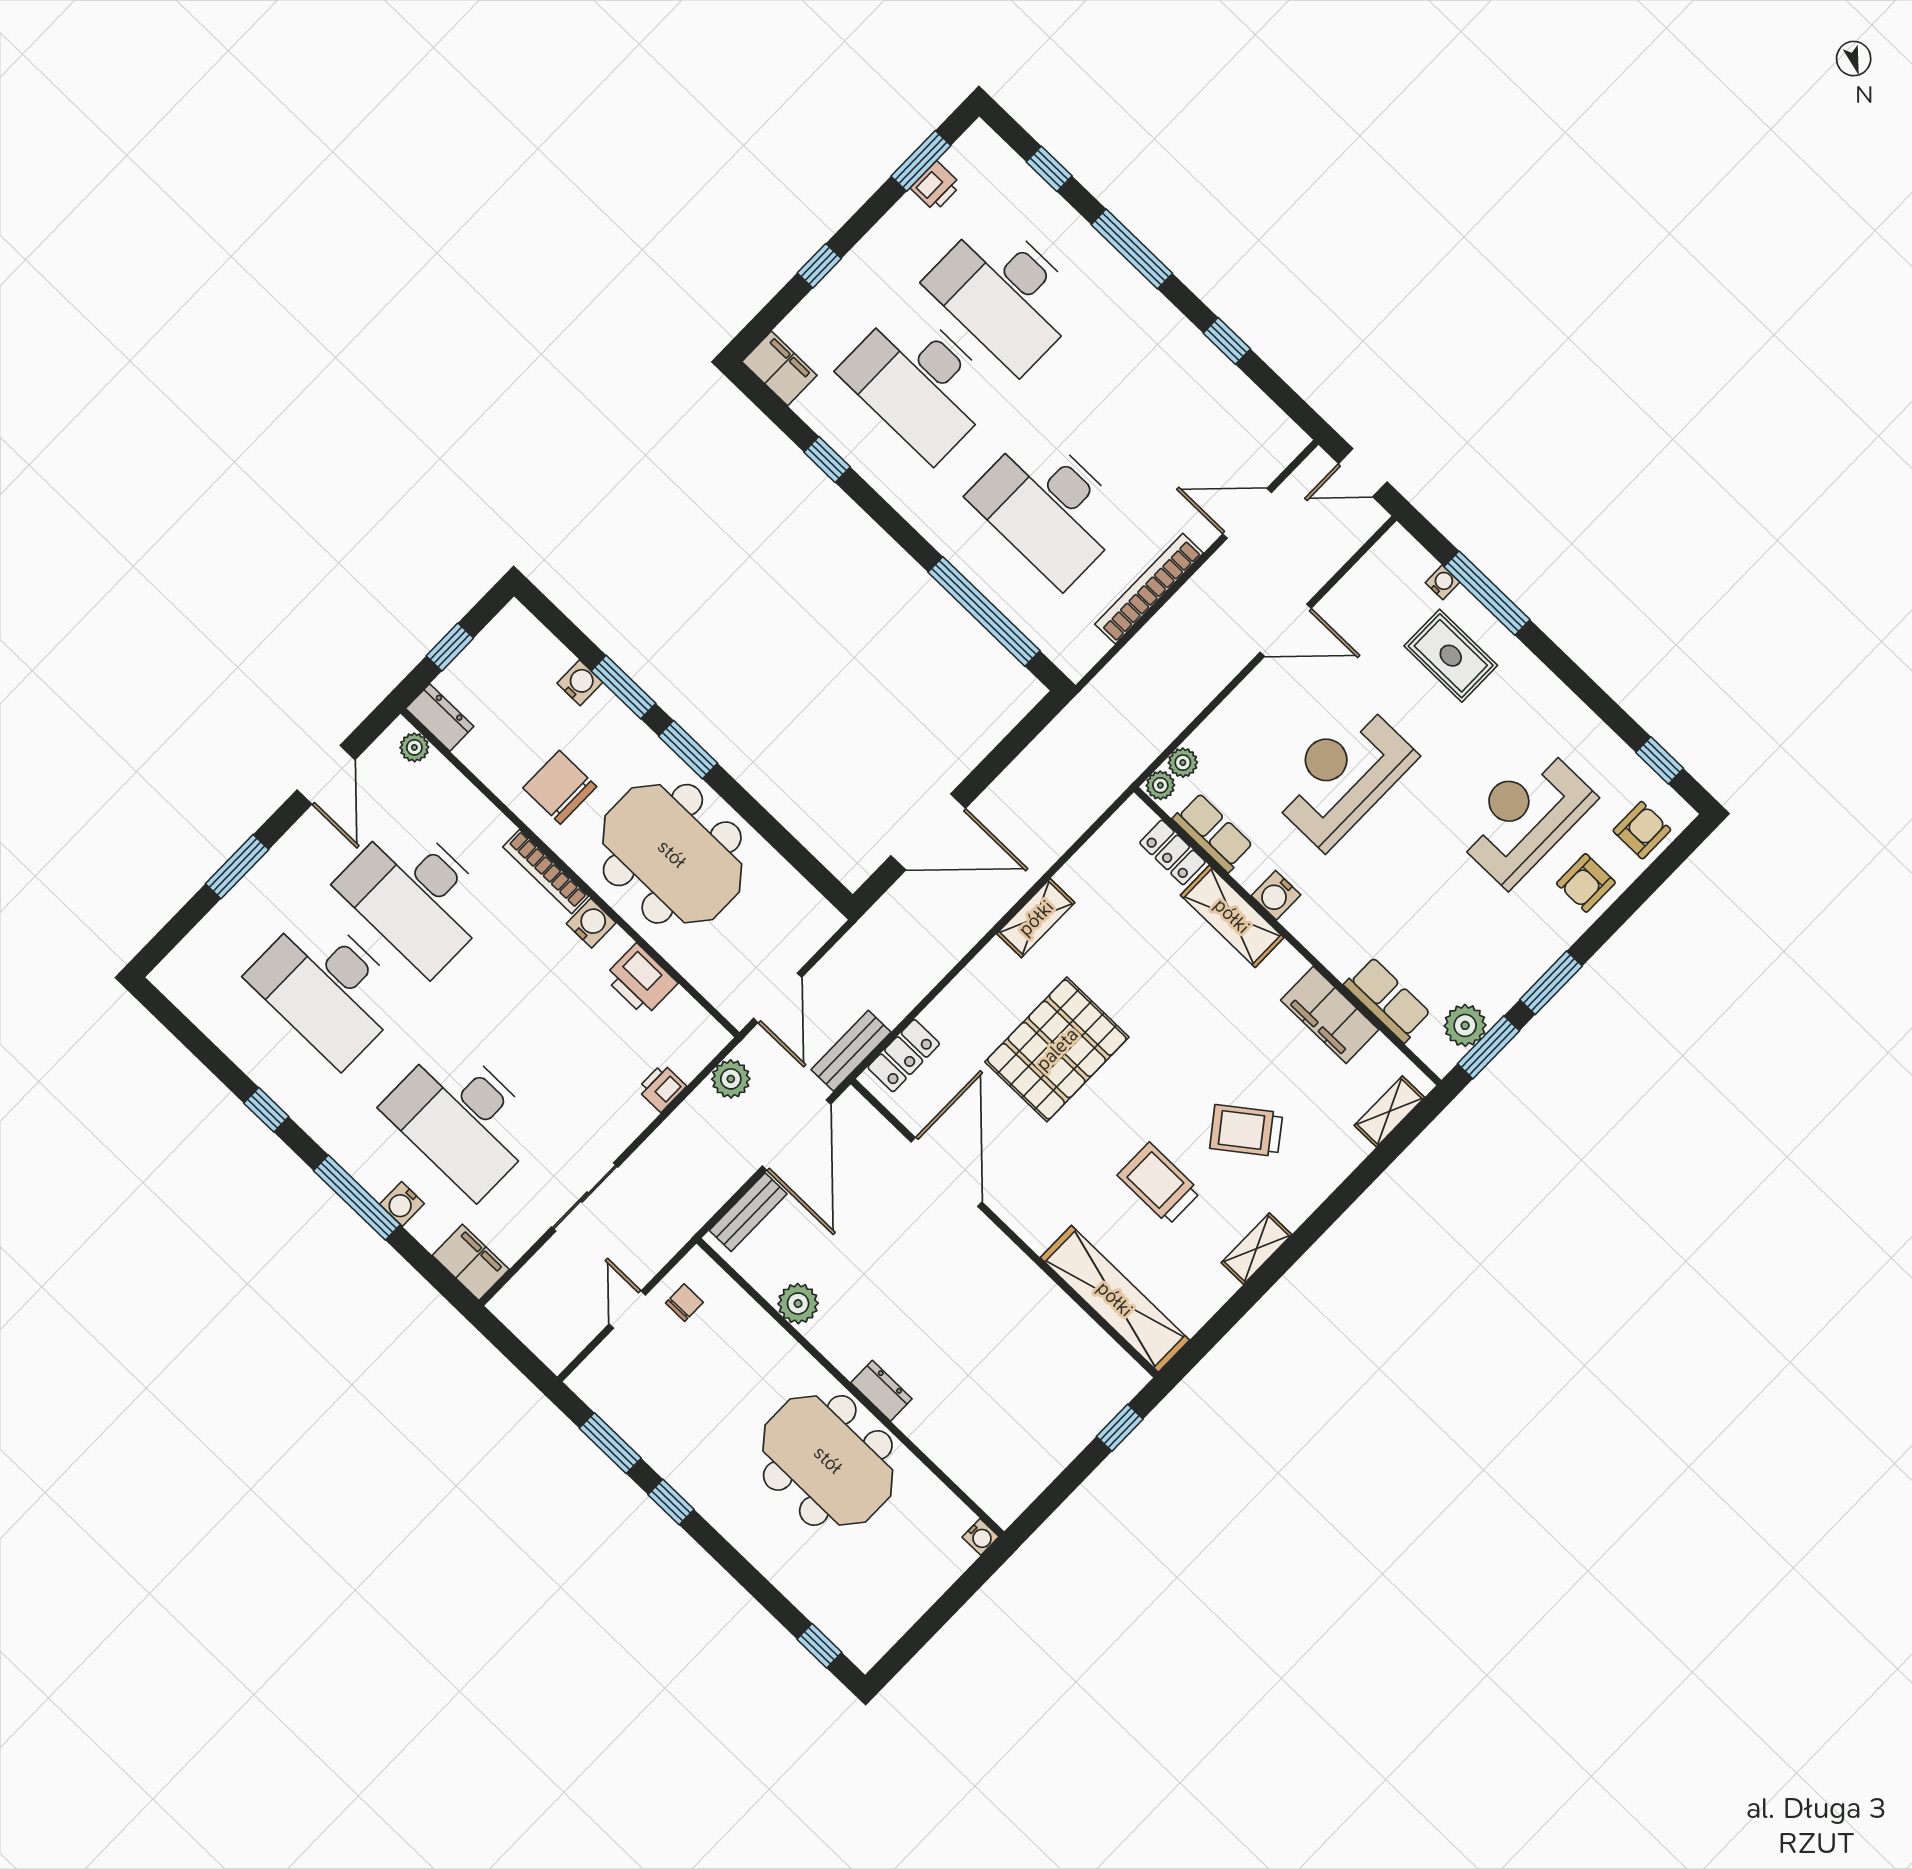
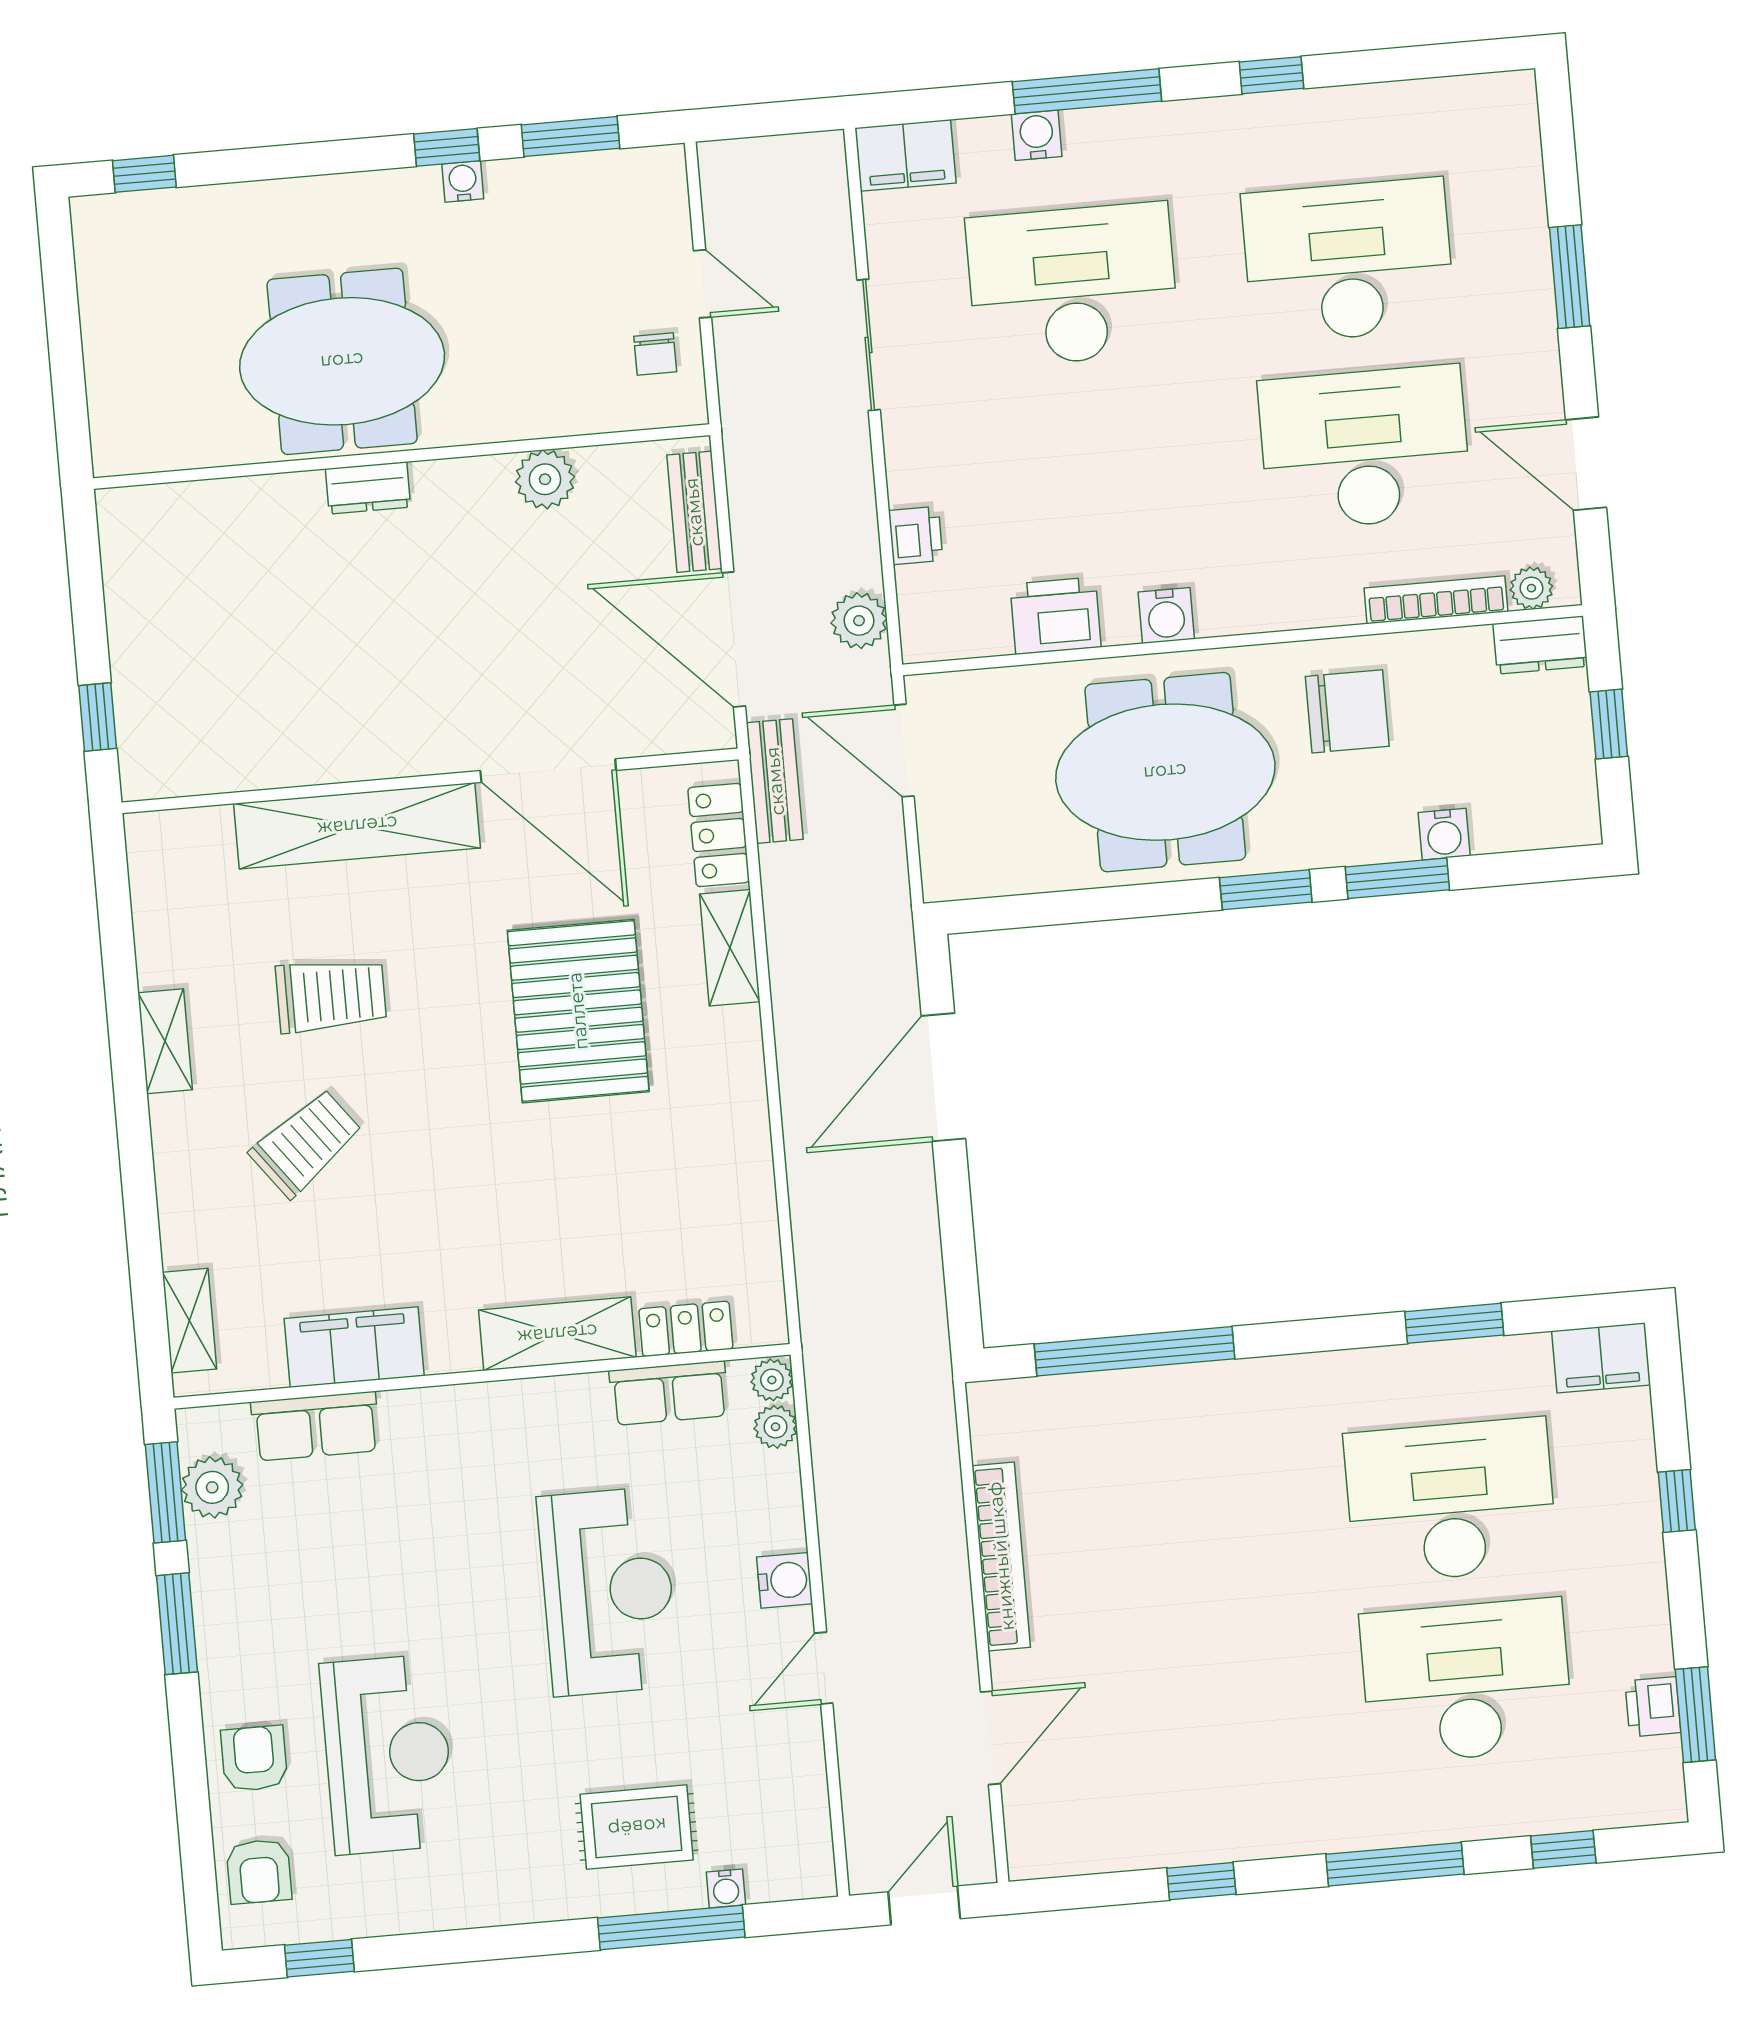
window: (827, 459) -> (1454, 1323), width x1.50
desk: (1049, 508) -> (1187, 1524), removed
door: (1286, 630) -> (824, 1668), width x0.73
bookcase: (546, 872) -> (1436, 600), moved
water cooler: (1276, 895) -> (785, 1580), moved, turned 90
shelving: (1036, 918) -> (730, 948), moved
shelving: (1115, 1299) -> (357, 826), moved
water cooler: (980, 1537) -> (463, 181), moved, turned 90

